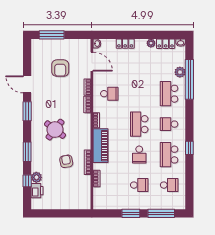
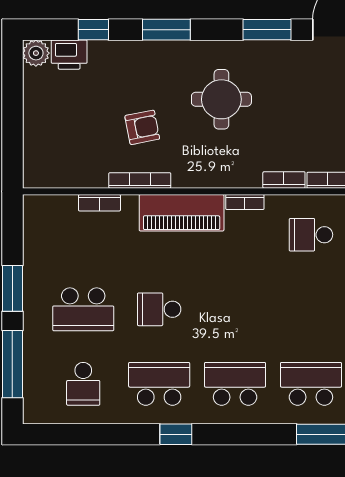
school desk: (109, 94) -> (311, 235), turned 90
school desk: (139, 124) -> (235, 309), removed
school desk: (169, 124) -> (235, 384), width x1.85
round table: (55, 130) -> (221, 99), turned -38
plant: (36, 177) -> (36, 53), moved
school desk: (139, 185) -> (83, 309), width x1.85

